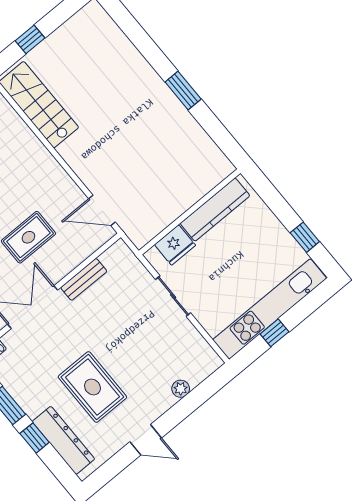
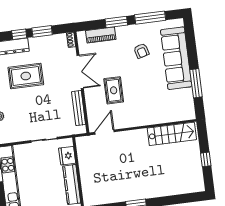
window: (30, 39) -> (206, 159), moved
bench: (84, 279) -> (79, 108), width x1.36

